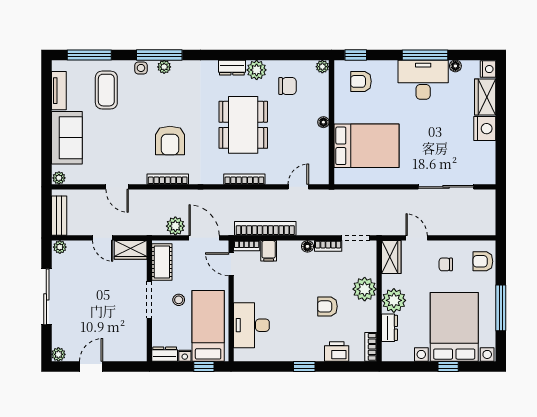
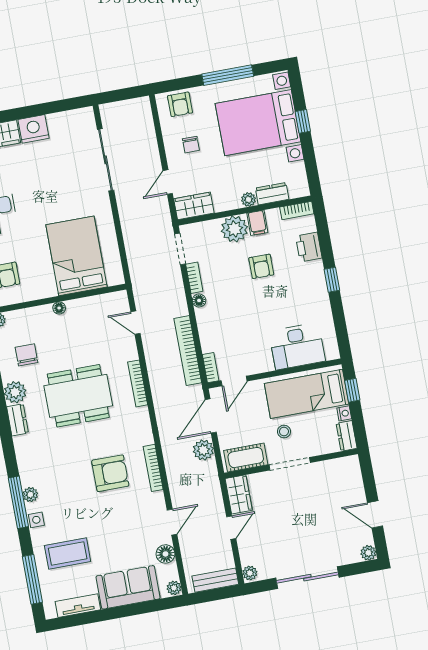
floor lamp: (90, 176) -> (165, 554), added
filing cabinet: (269, 251) -> (257, 223), moved, turned 90
plant: (394, 300) -> (248, 200), width x0.53, depth x0.53

